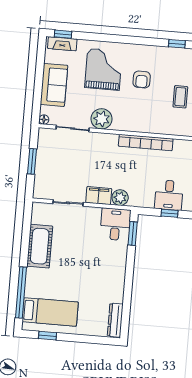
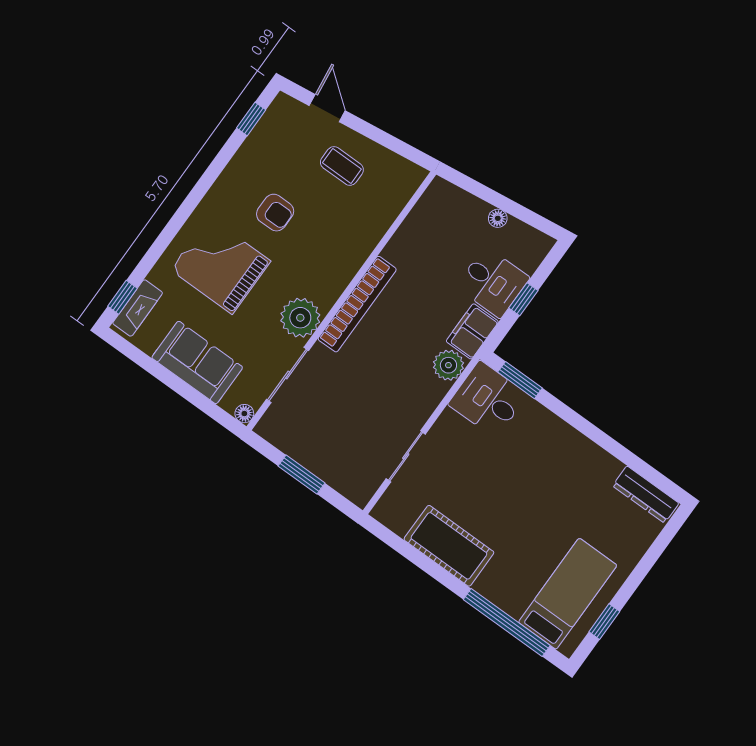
bookcase: (146, 142) -> (357, 304), moved
filing cabinet: (99, 196) -> (472, 331), moved

